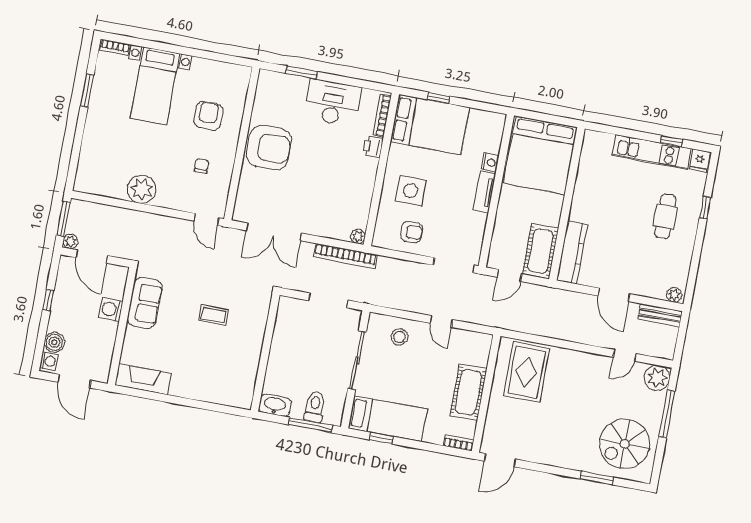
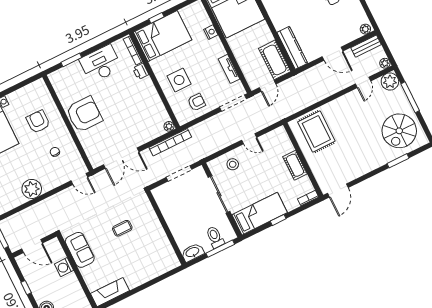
tv unit: (484, 192) -> (229, 69), moved
plant: (70, 241) -> (385, 63), moved
cot: (468, 392) -> (295, 165), width x0.73, depth x0.75
window: (381, 438) -> (278, 220), moved

